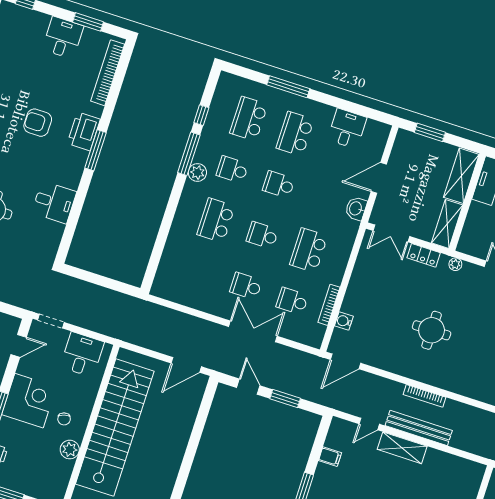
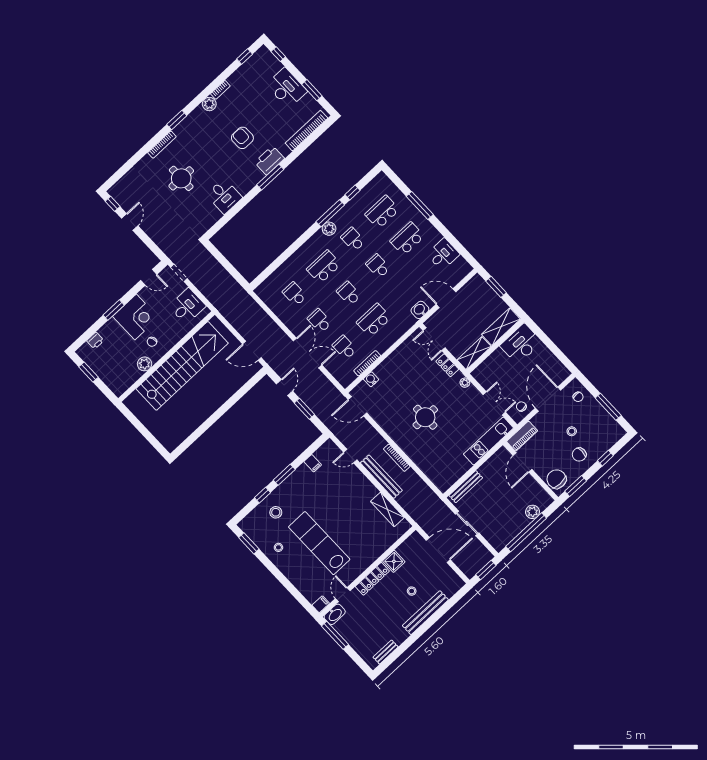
desk: (63, 38) -> (287, 88), width x1.37
school desk: (200, 271) -> (295, 294), added
shelving: (402, 448) -> (387, 509), moved

